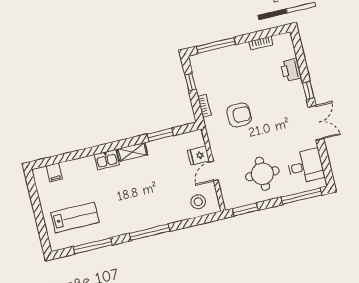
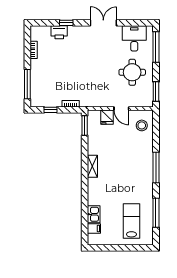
window: (308, 90) -> (66, 23), moved
armchair: (239, 115) -> (84, 79), removed
window: (160, 135) -> (85, 126), moved
kitchen sink: (107, 160) -> (94, 214), moved

